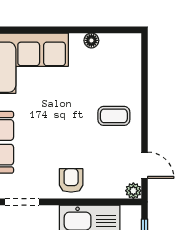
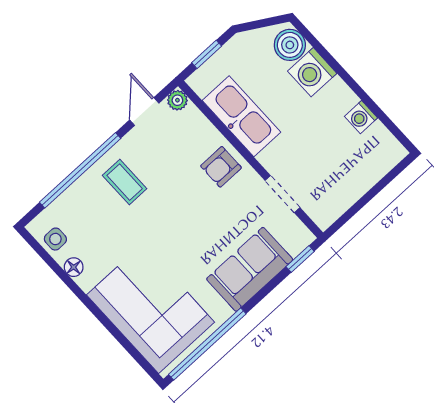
side table: (118, 45) -> (55, 239), added
window: (145, 96) -> (80, 170), added

